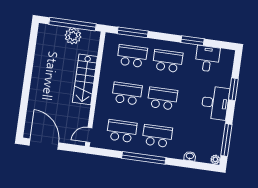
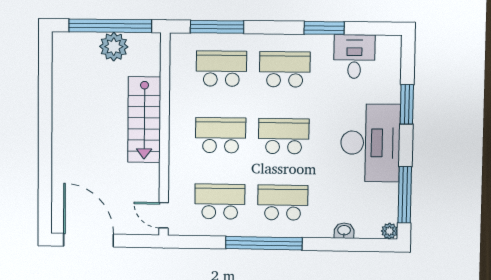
desk: (215, 103) -> (370, 143), width x1.36, depth x1.30
door: (89, 135) -> (164, 215), hinge flipped

